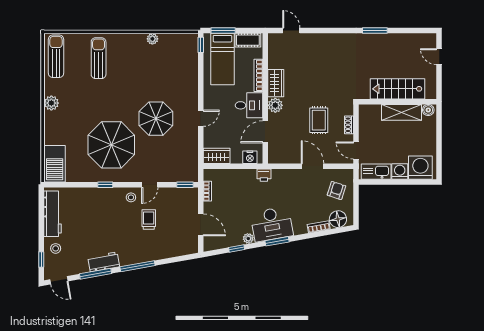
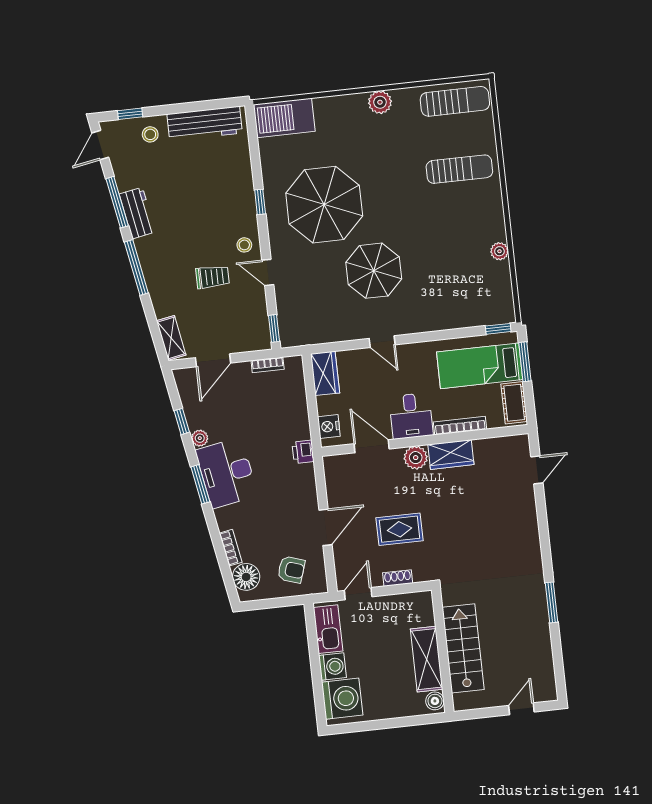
shelving: (184, 249) -> (171, 338), added

